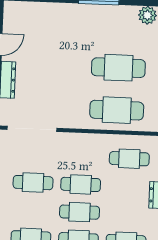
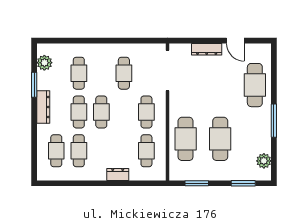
cafe table: (54, 23) -> (255, 85), added
cafe table: (81, 184) -> (146, 112), moved

